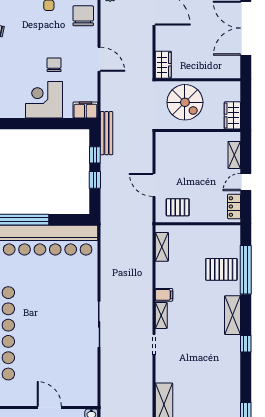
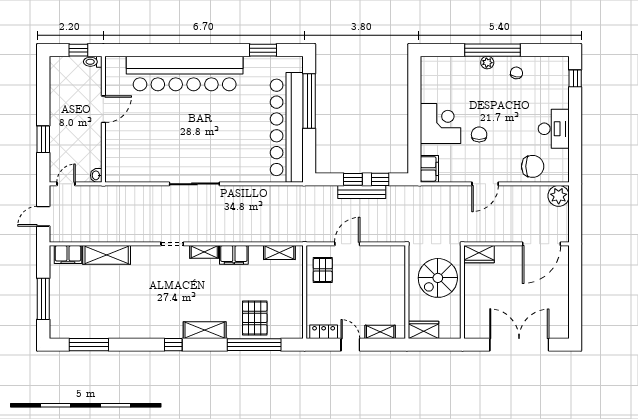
chair: (54, 65) -> (479, 134), turned -90
bench: (107, 133) -> (362, 192), moved
filing cabinet: (164, 295) -> (234, 255), width x2.00
door: (49, 407) -> (103, 109), moved

